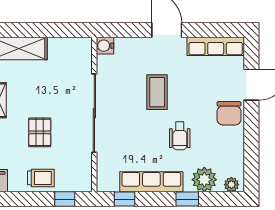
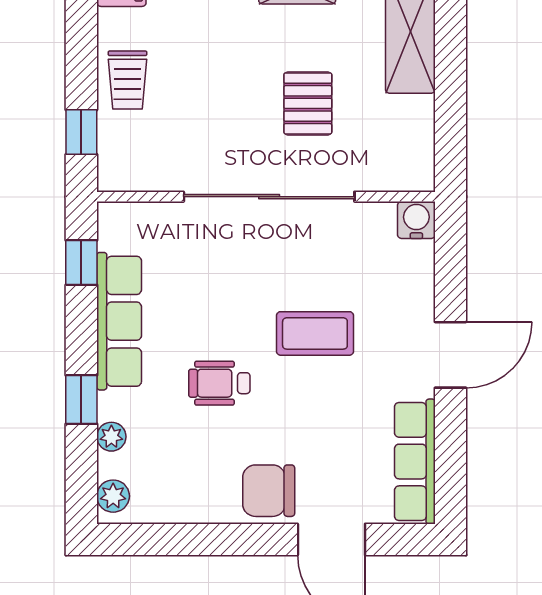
pallet: (40, 132) -> (308, 103), moved, turned 90
plant: (204, 180) -> (111, 437), width x0.53, depth x0.53

